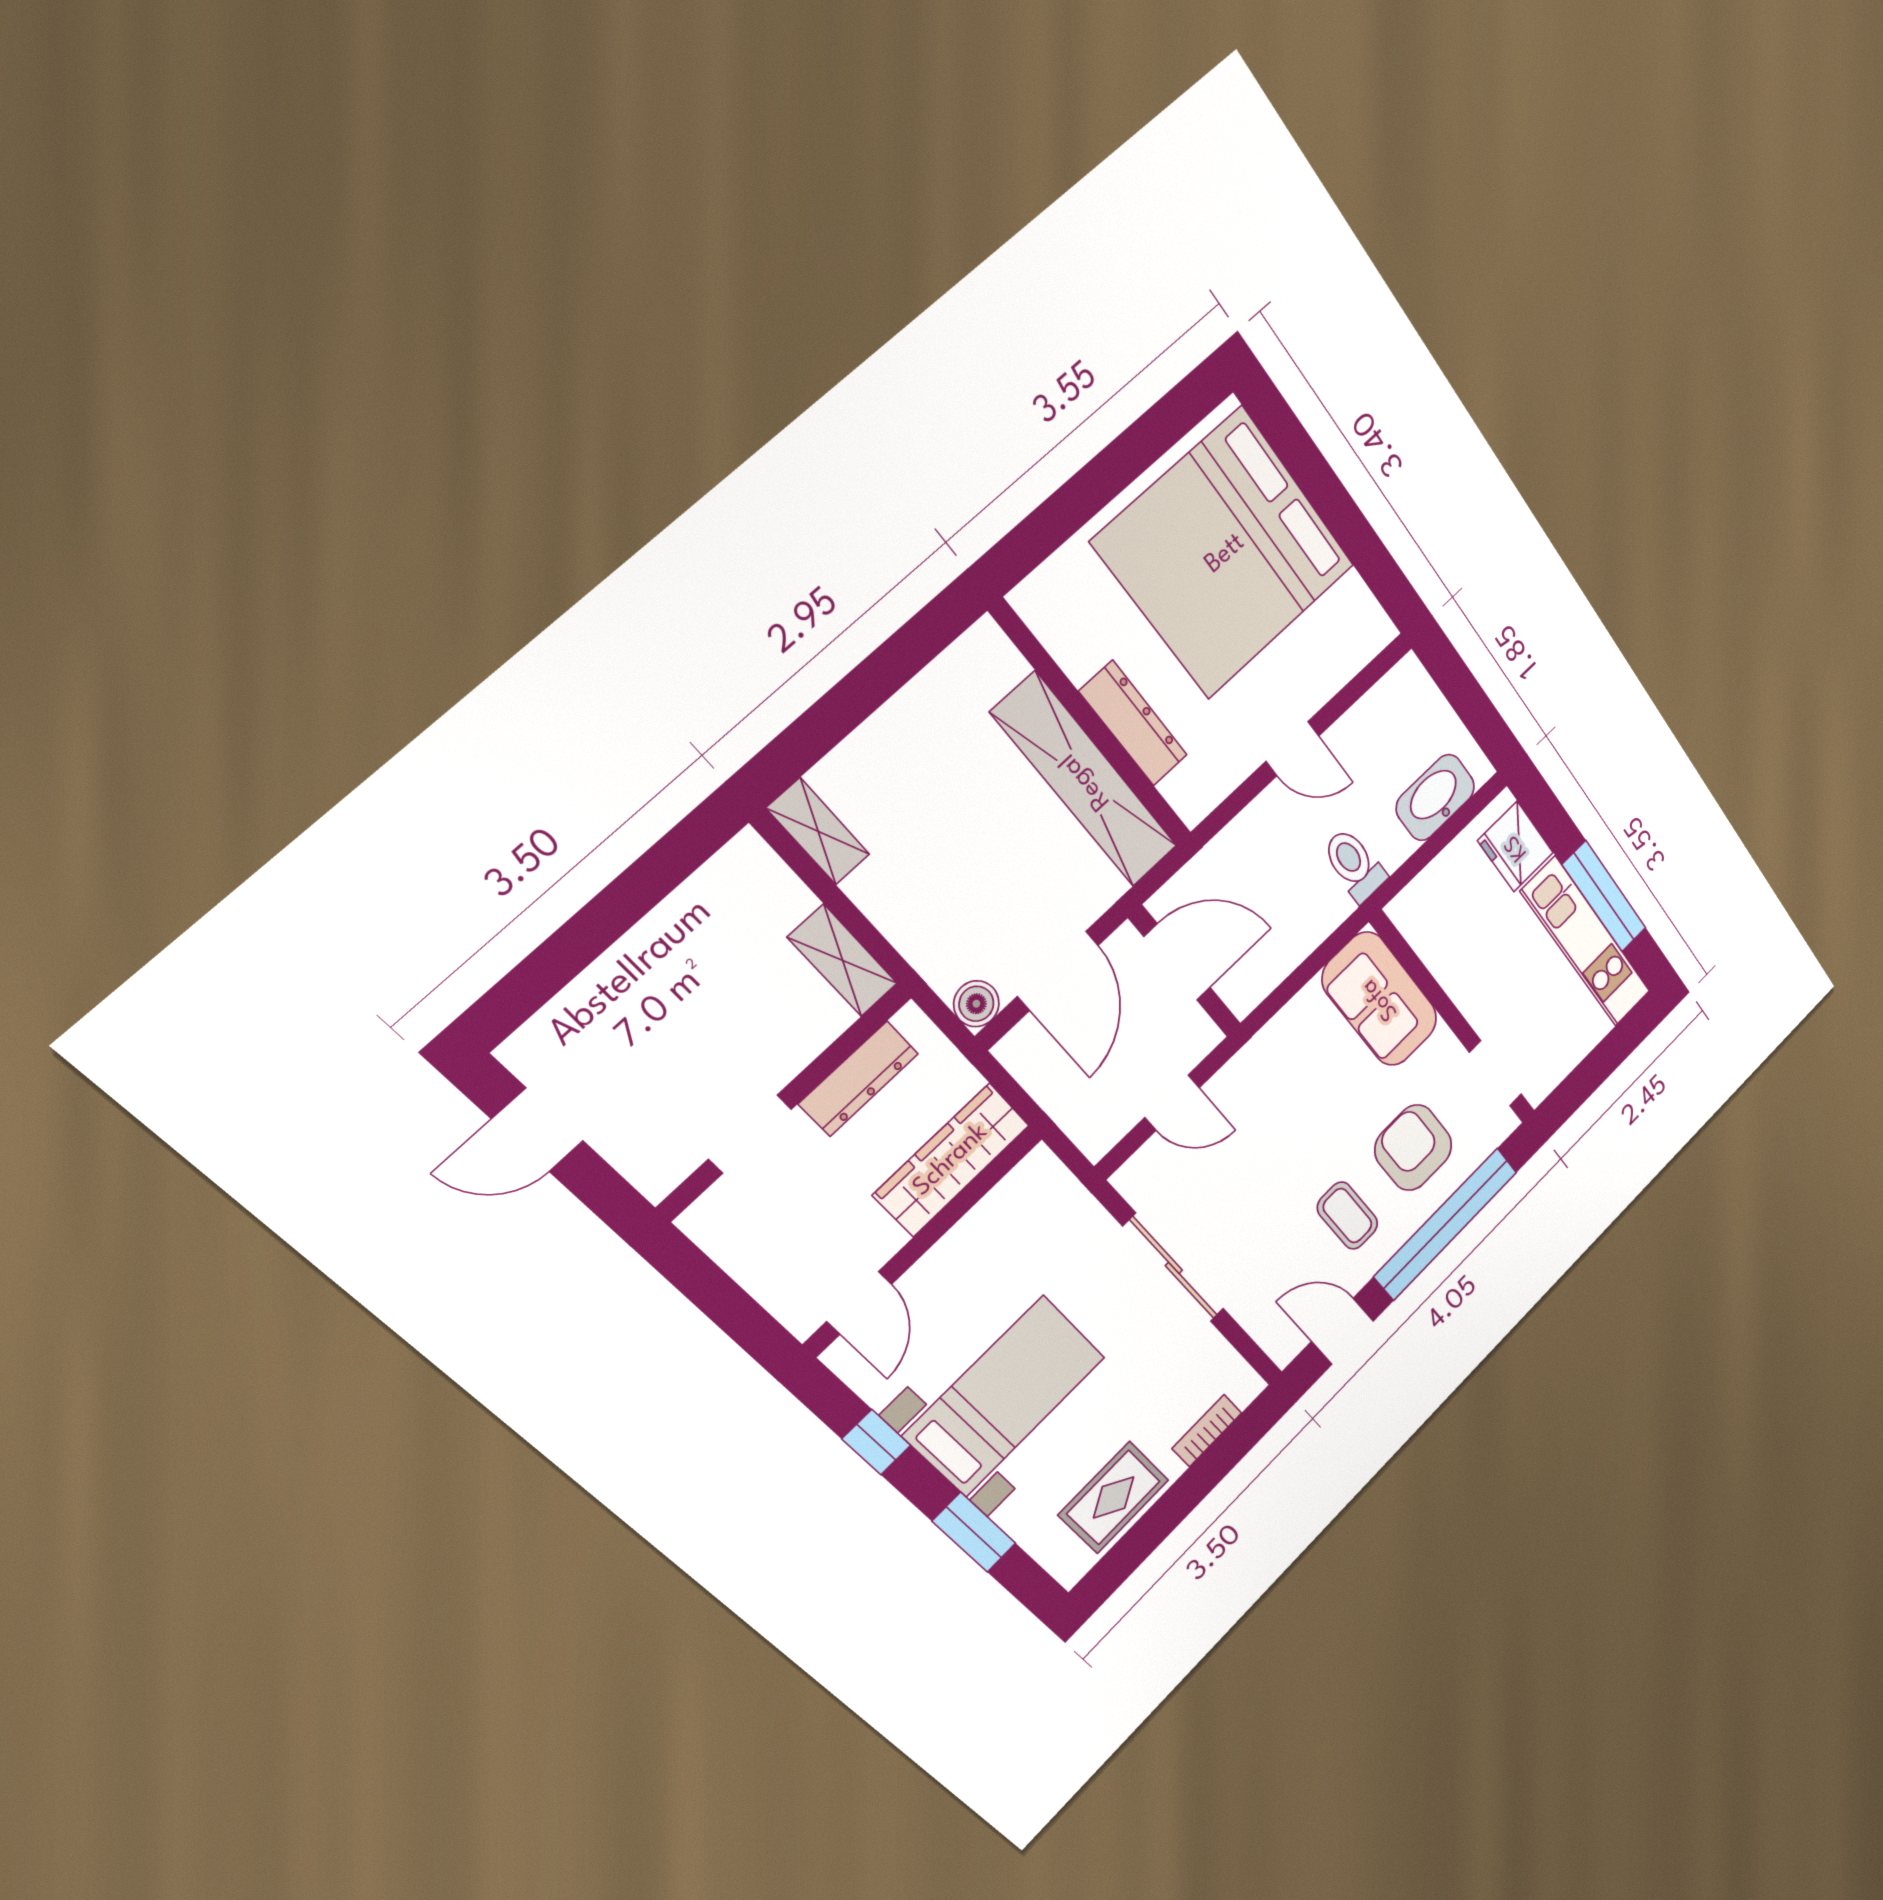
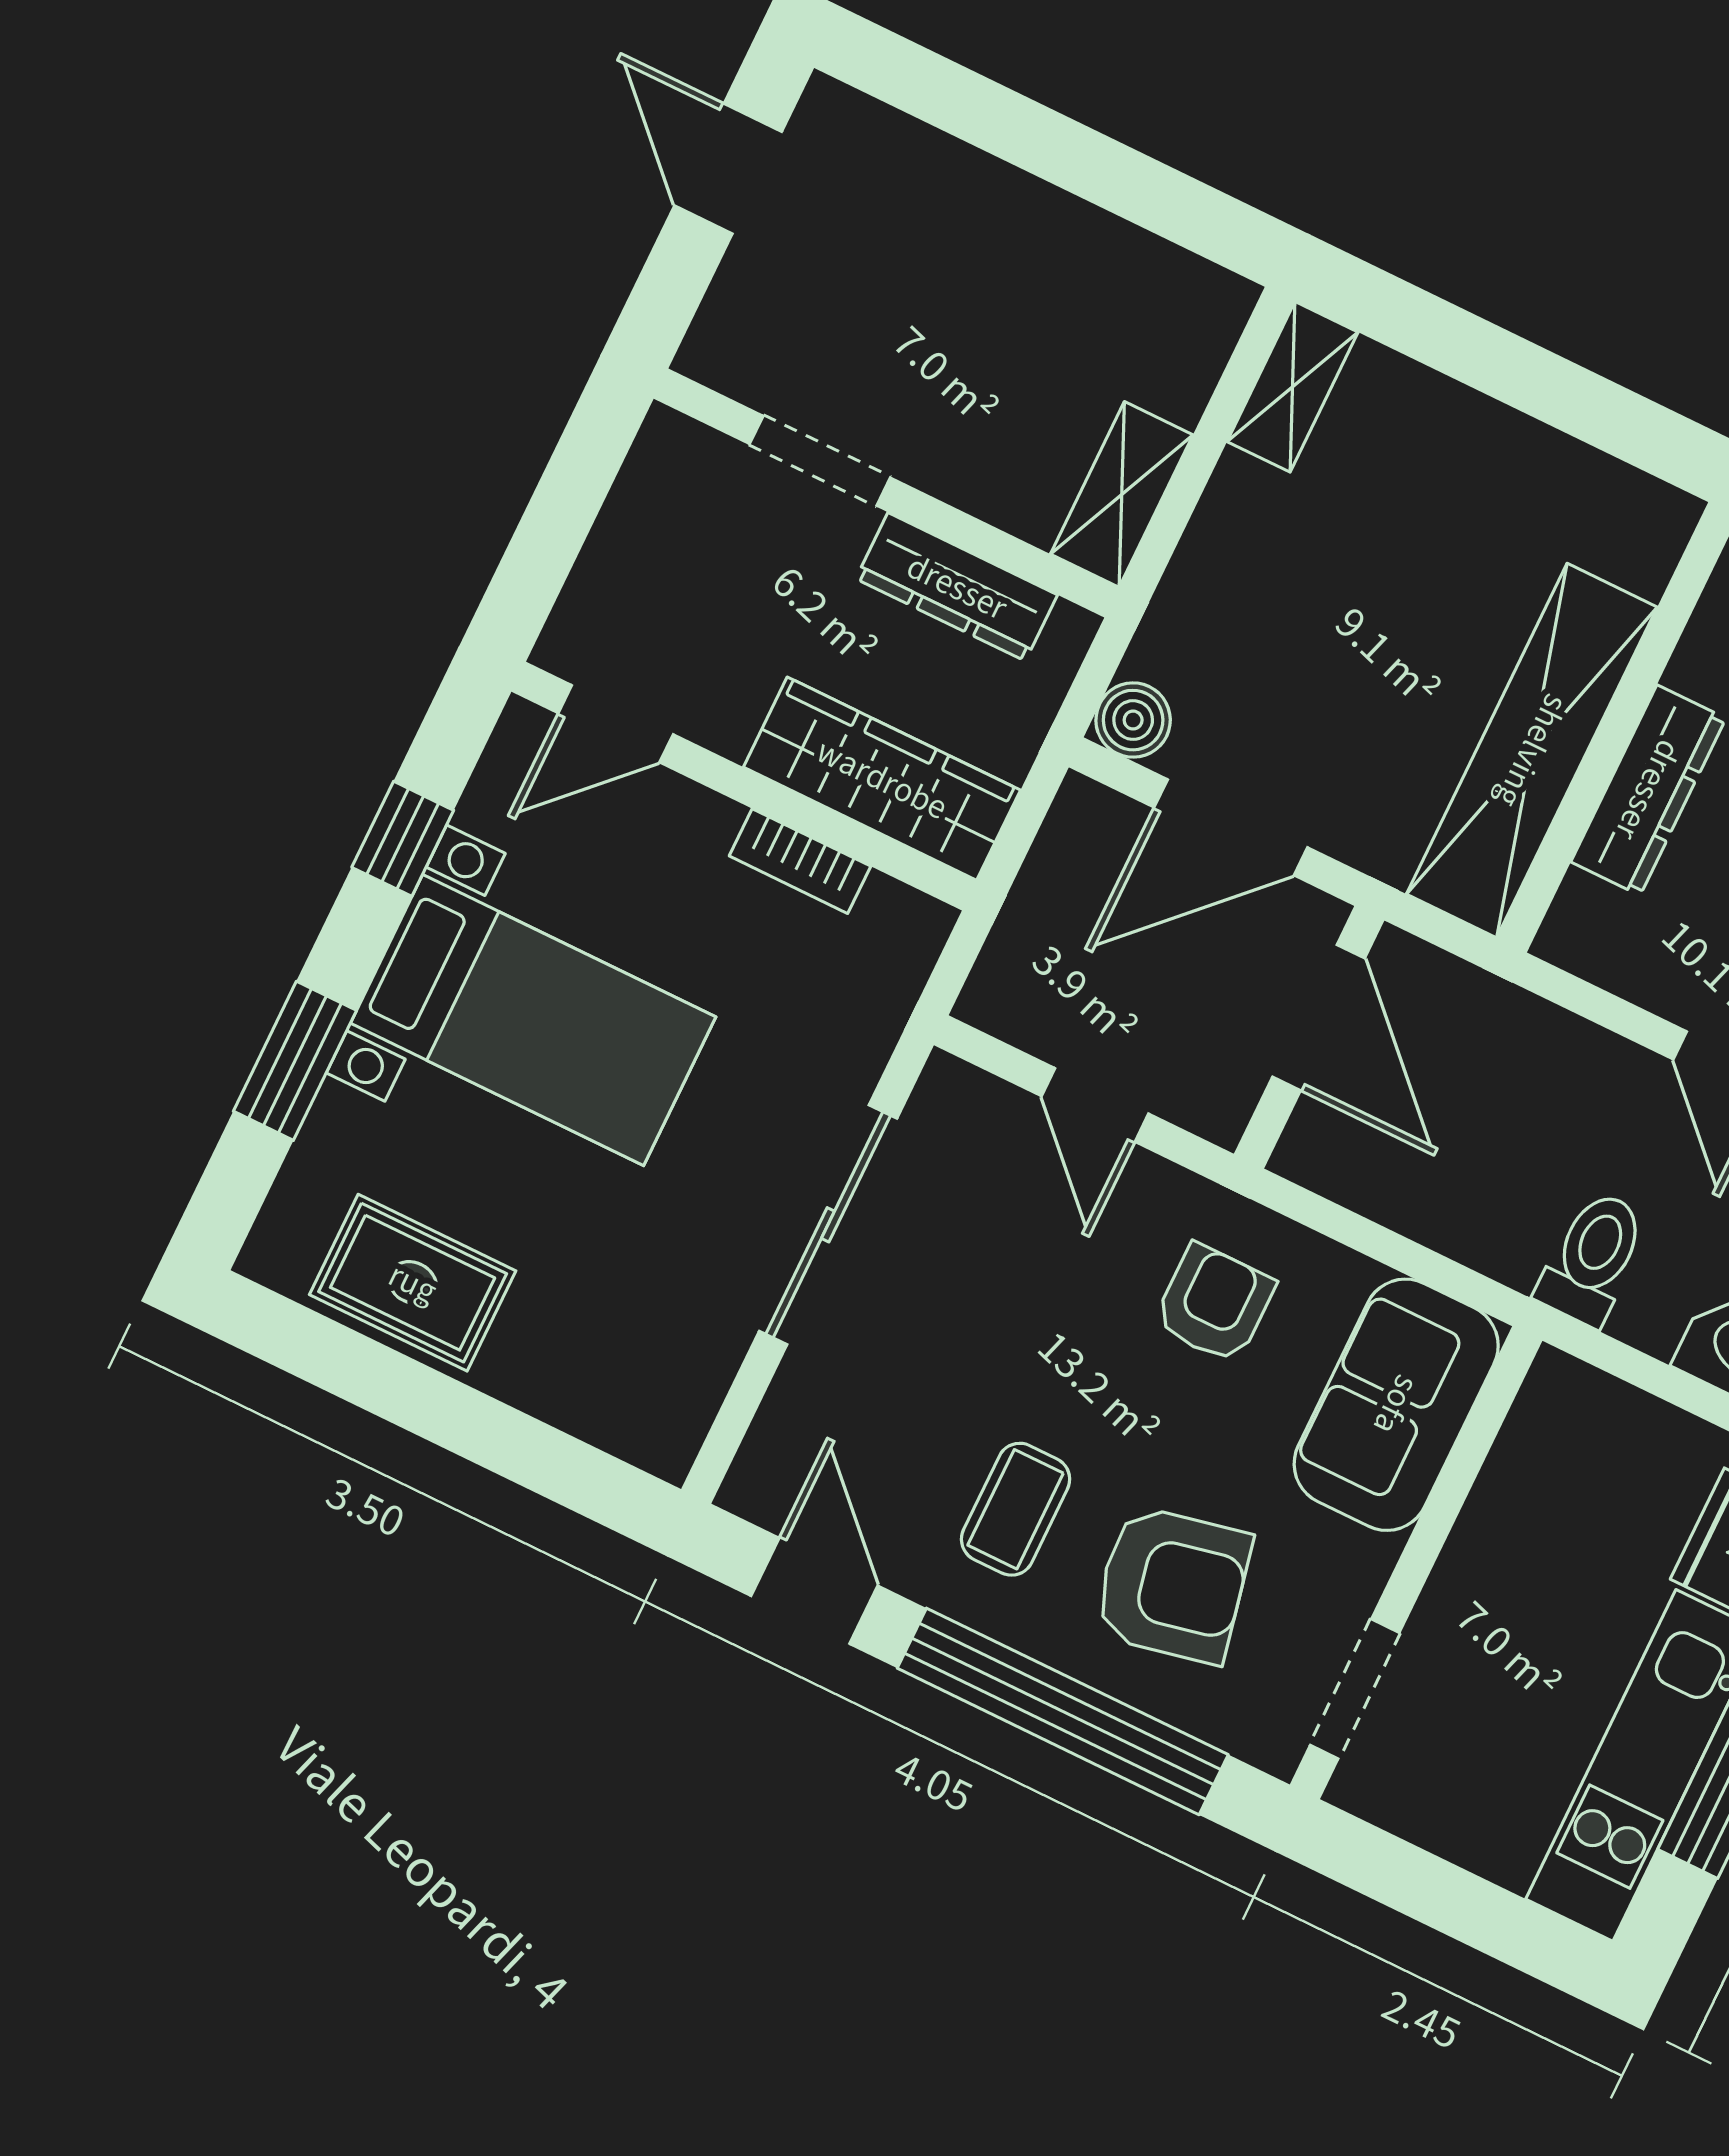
armchair: (1294, 1076) -> (1214, 1304), added
armchair: (1413, 1148) -> (1172, 1584), turned 78
bookcase: (1207, 1431) -> (800, 861), moved, turned 180

